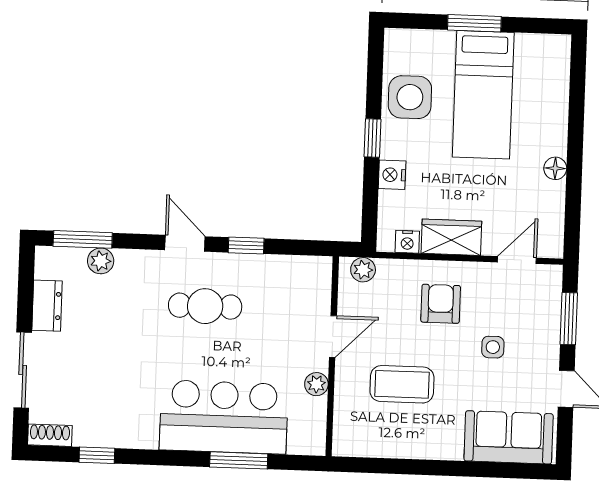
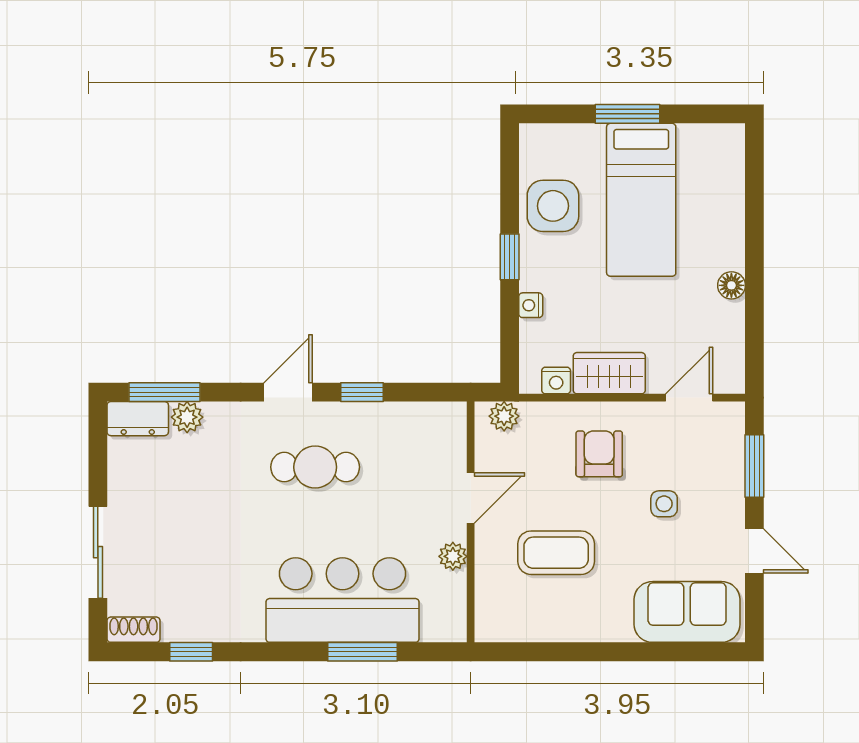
nightstand: (392, 175) -> (531, 305), width x0.72, depth x0.74
door: (185, 243) -> (288, 392), hinge flipped
dresser: (47, 306) -> (138, 419), moved, turned 90

